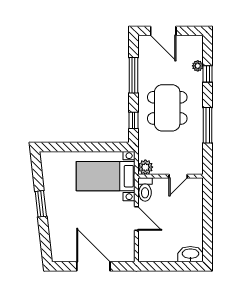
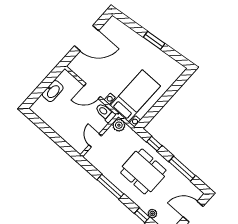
washbasin: (190, 254) -> (53, 91), moved

